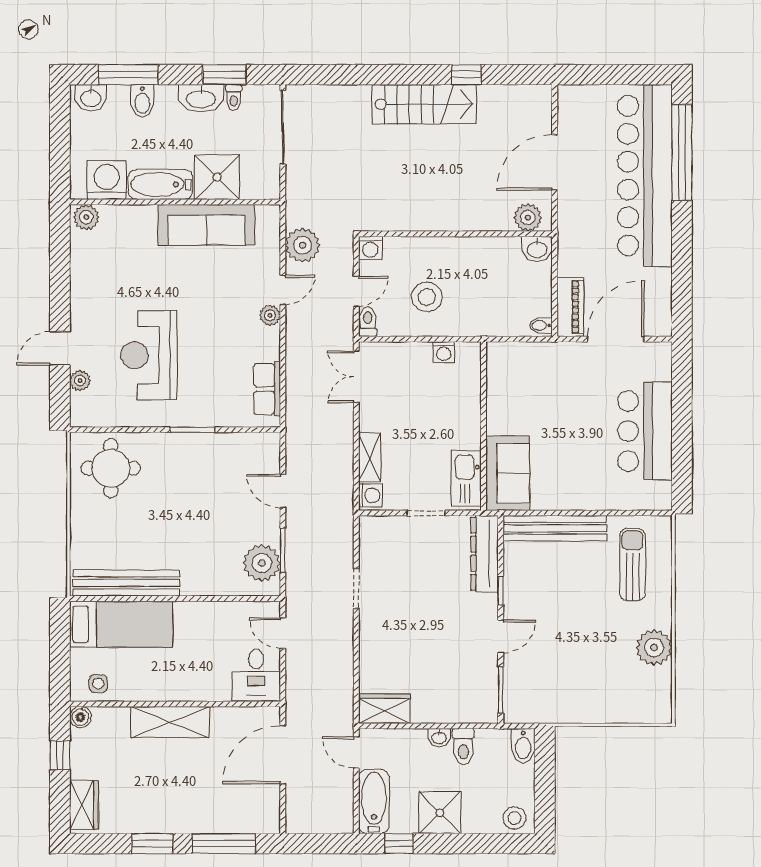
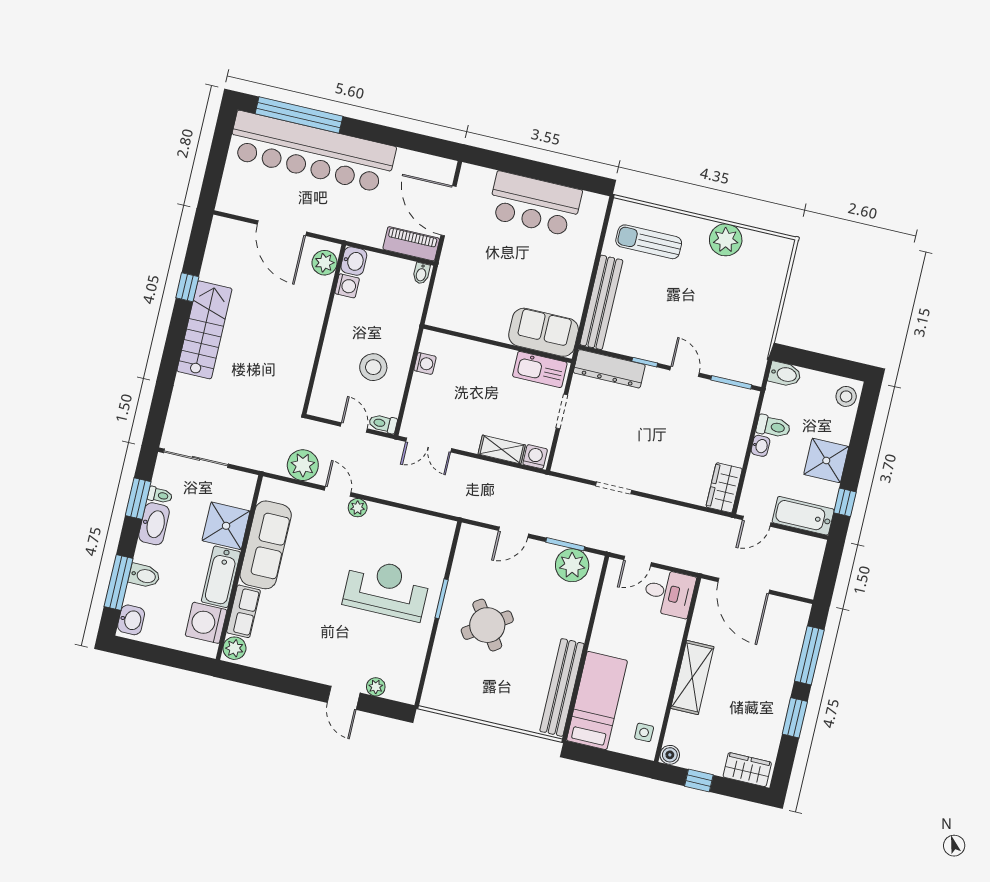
washing machine: (370, 248) -> (347, 286), moved
reception desk: (149, 355) -> (386, 589), moved, turned 180
row of seats: (267, 389) -> (243, 611), moved, turned -90
round table: (111, 468) -> (487, 625), moved, turned -34

